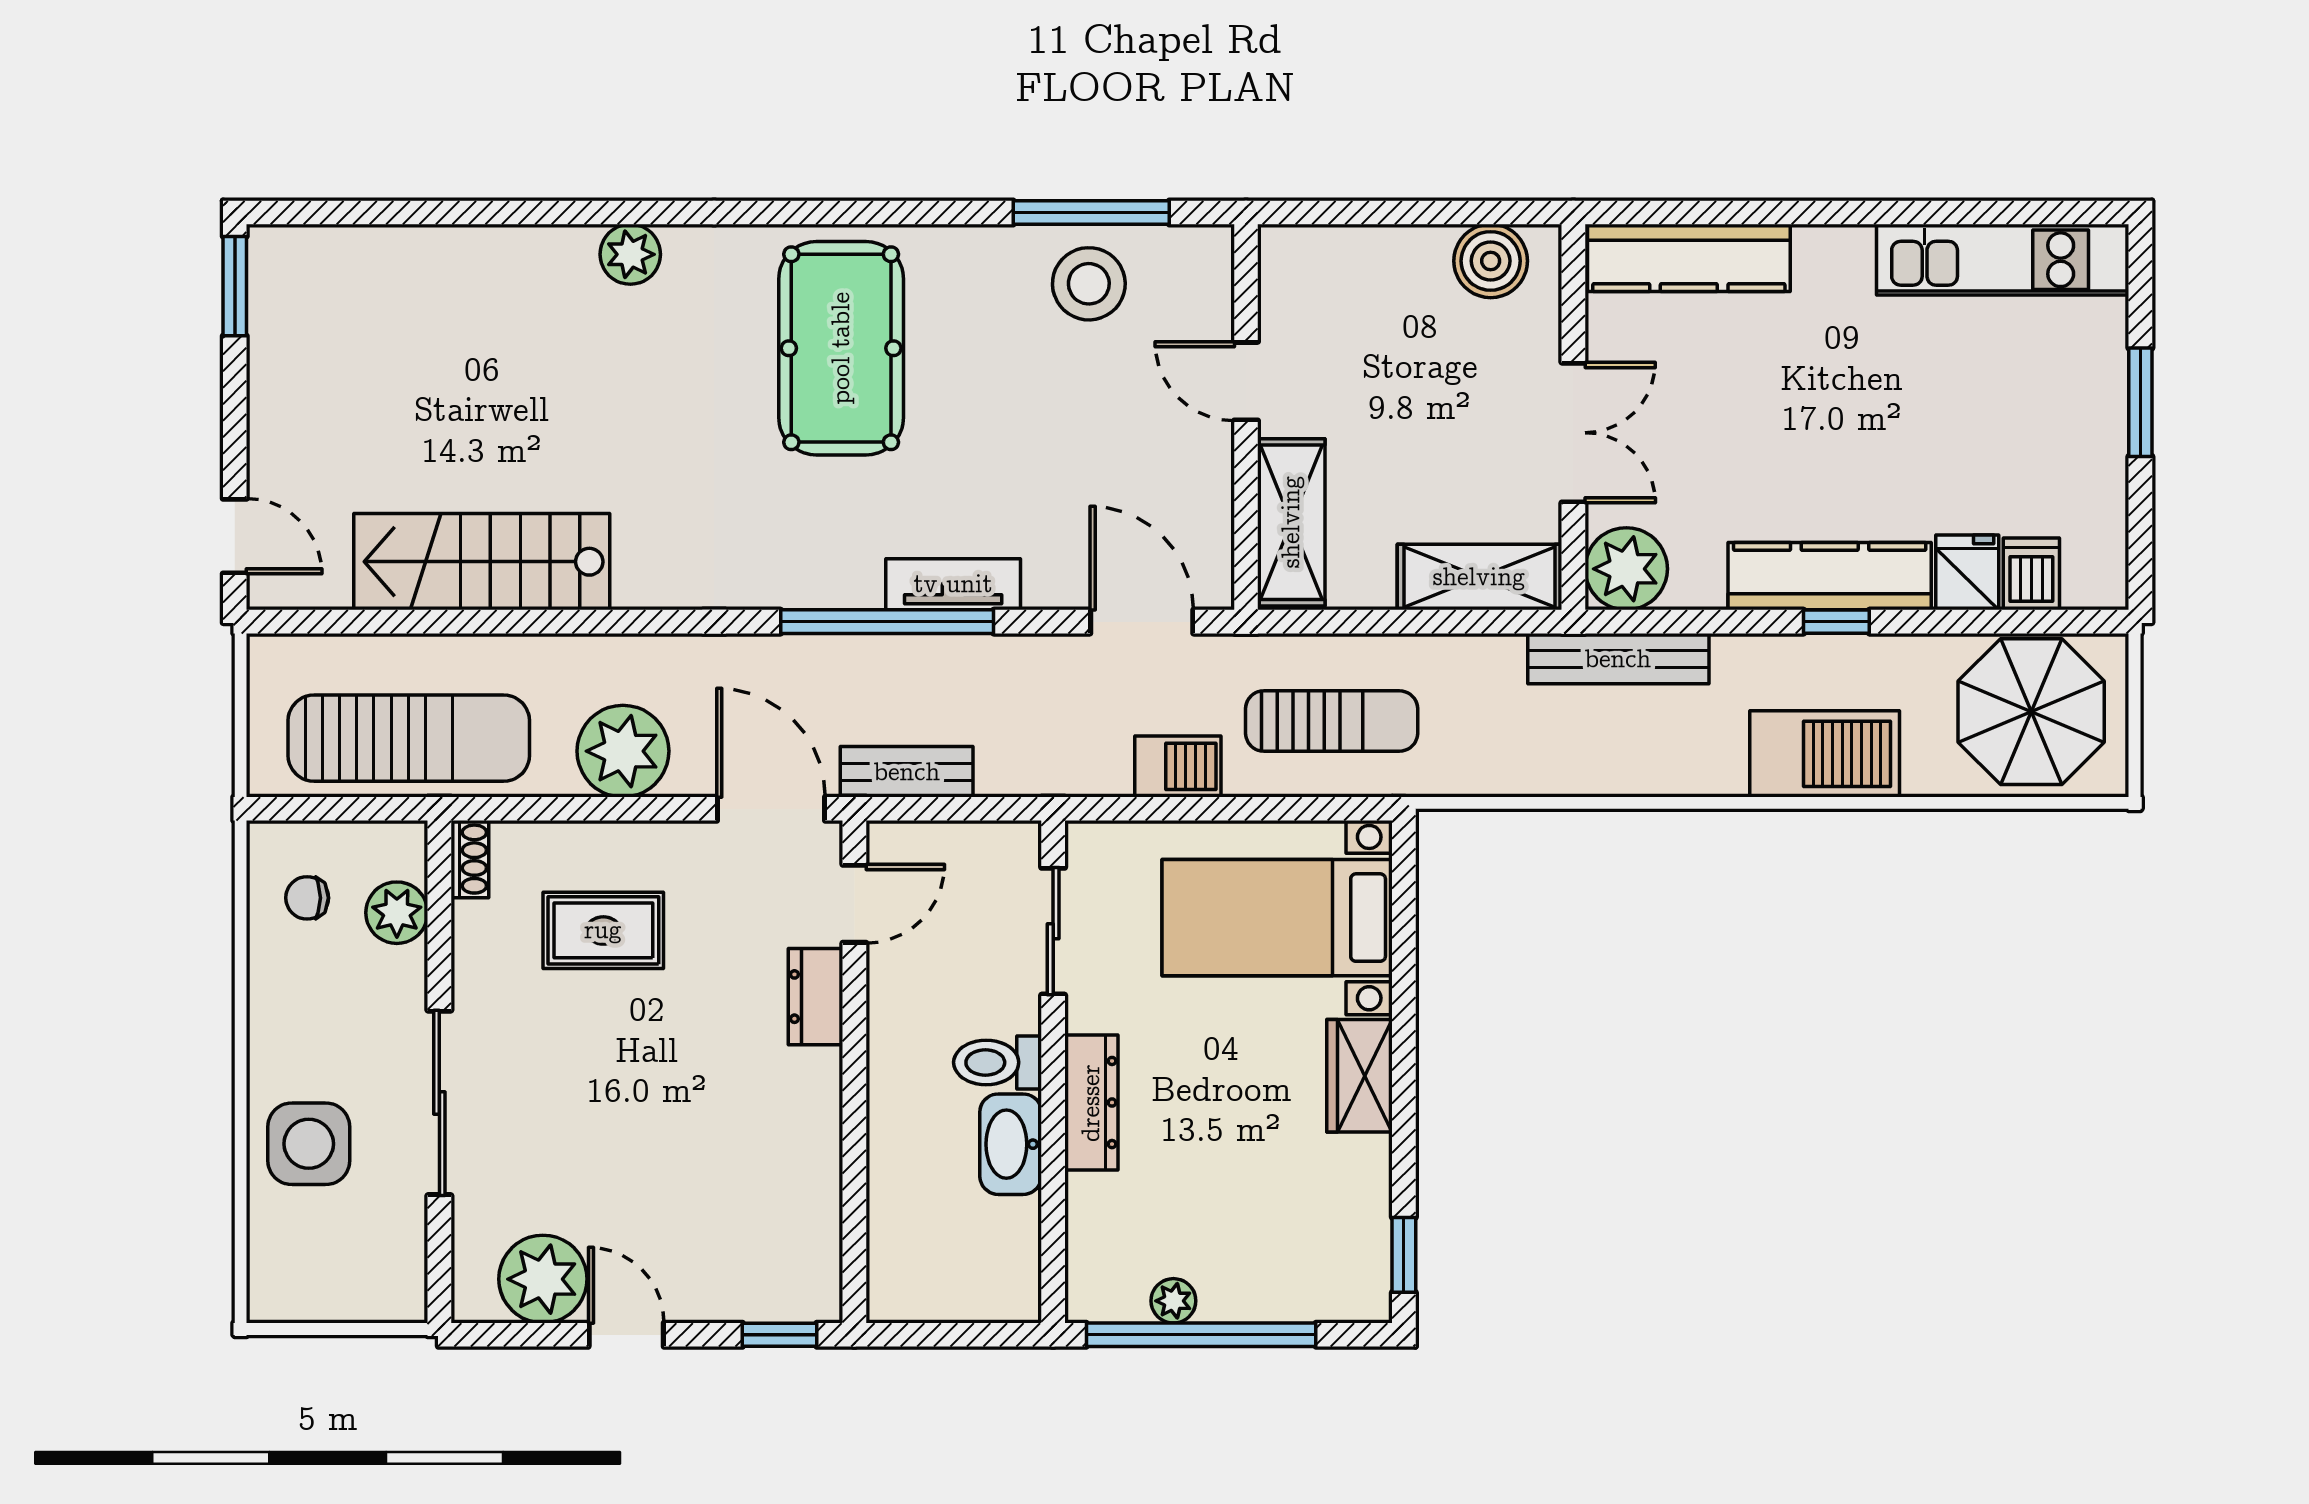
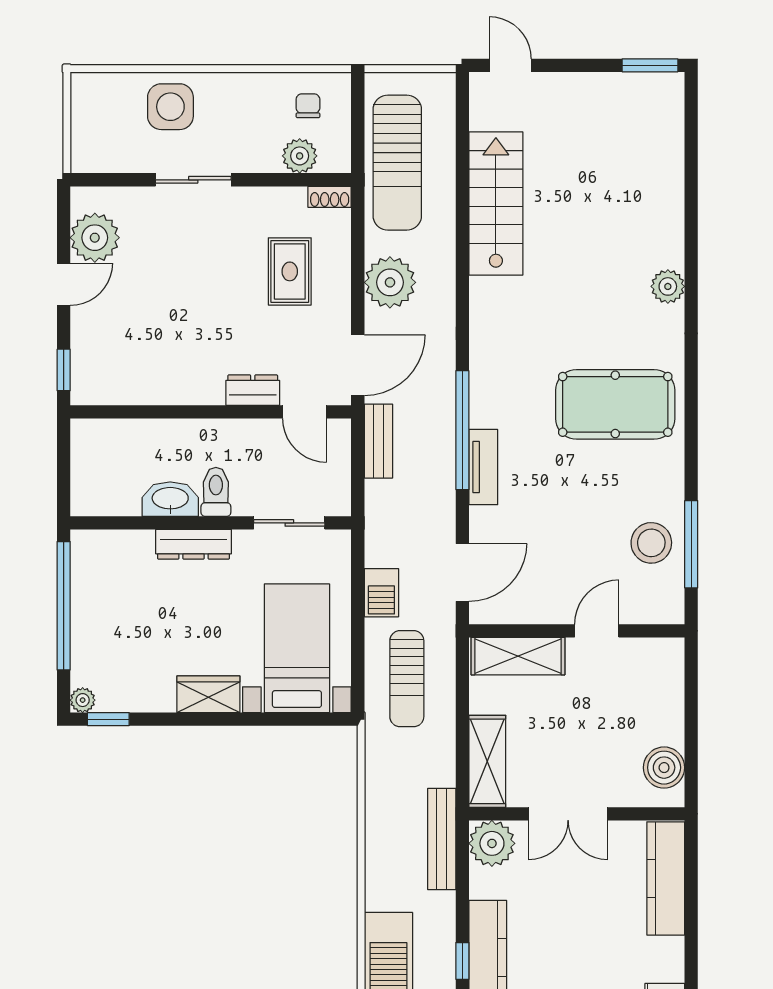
door: (235, 536) -> (510, 65), swing flipped
sliding door: (439, 1103) -> (193, 180), width x0.73
plant: (1173, 1301) -> (83, 700), moved

